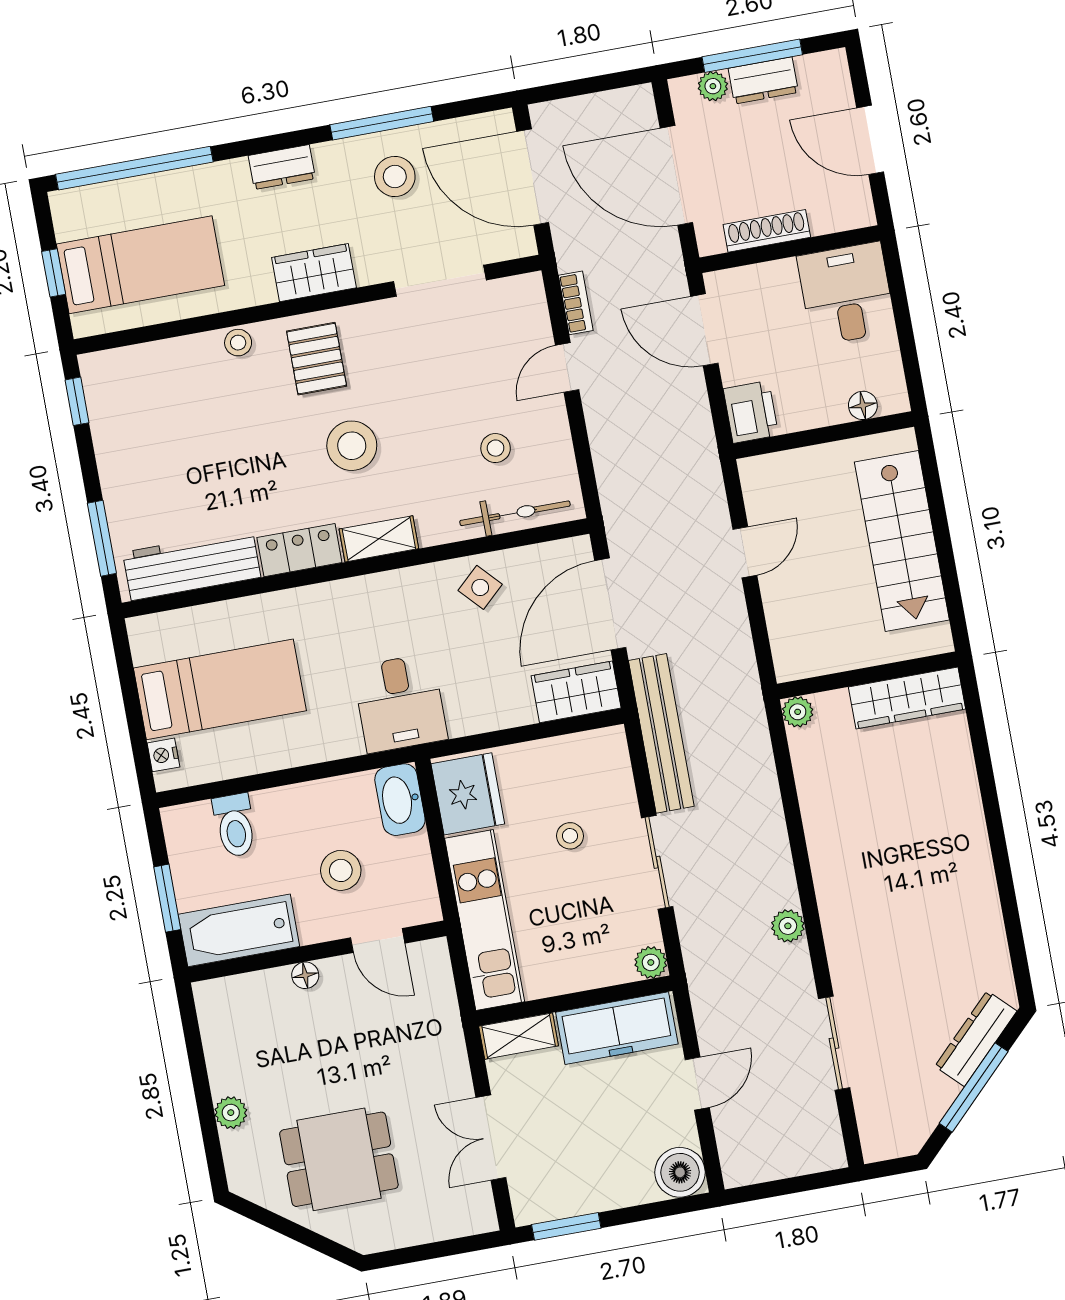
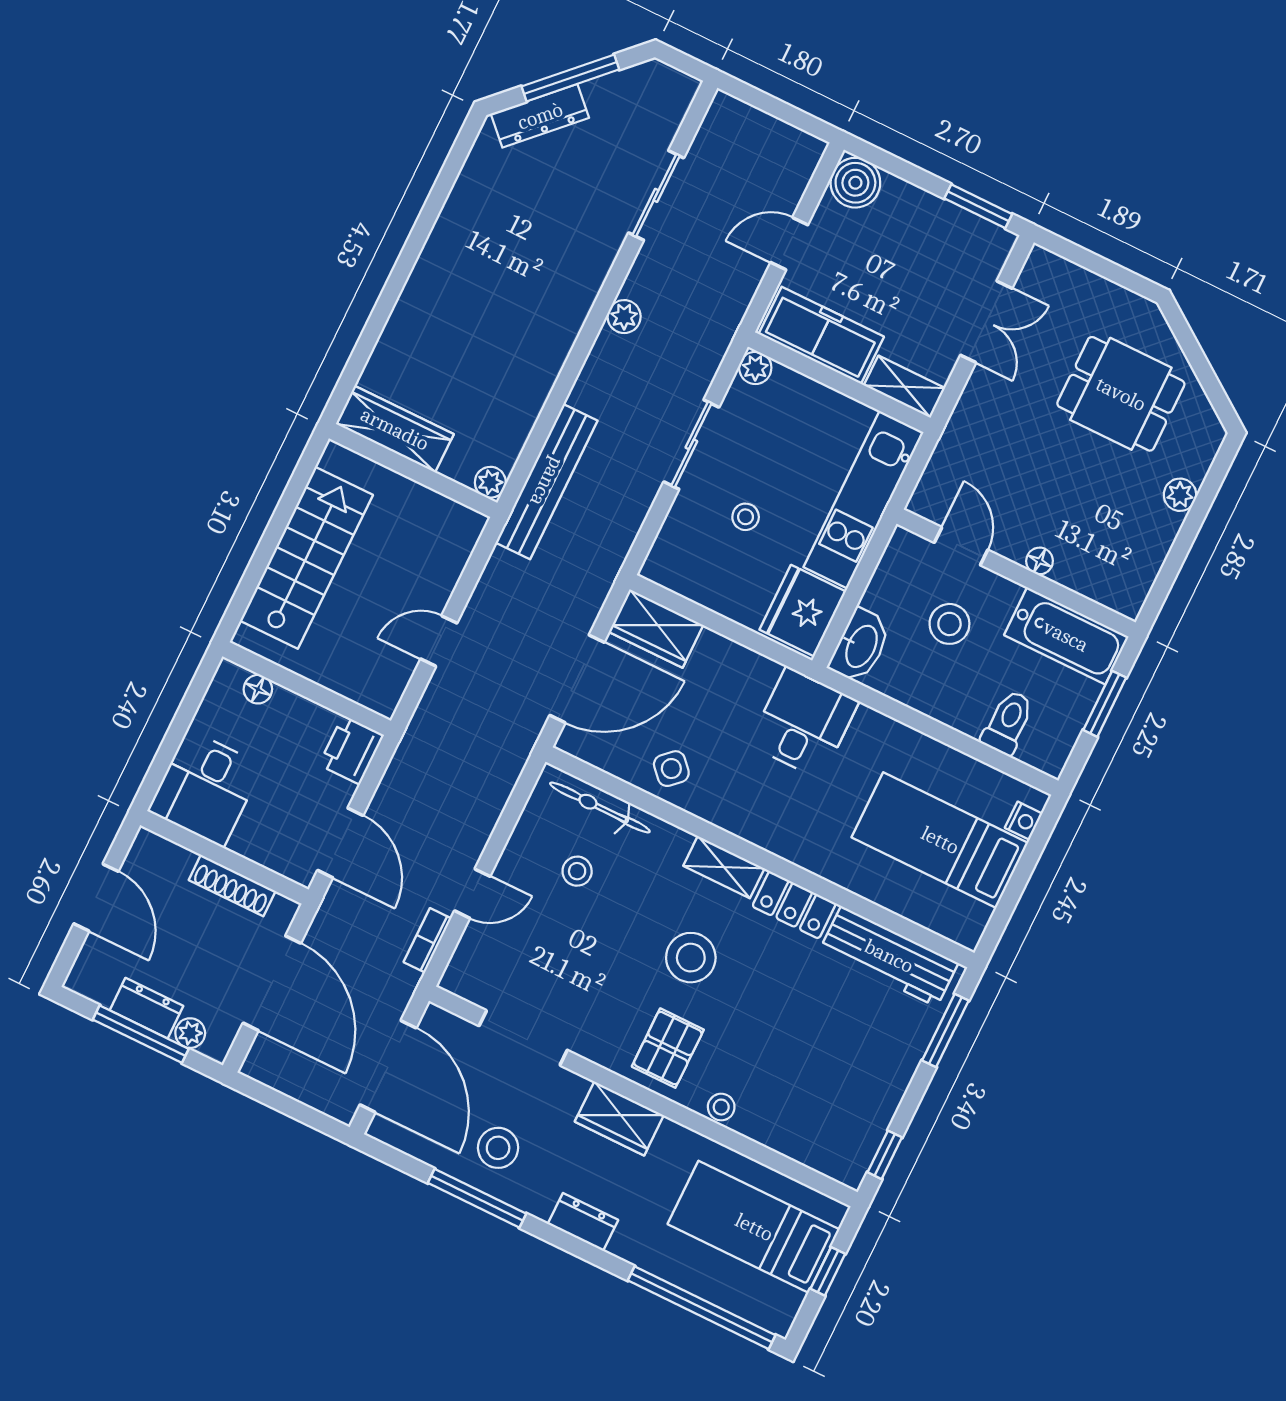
bench: (661, 733) -> (547, 482), moved

